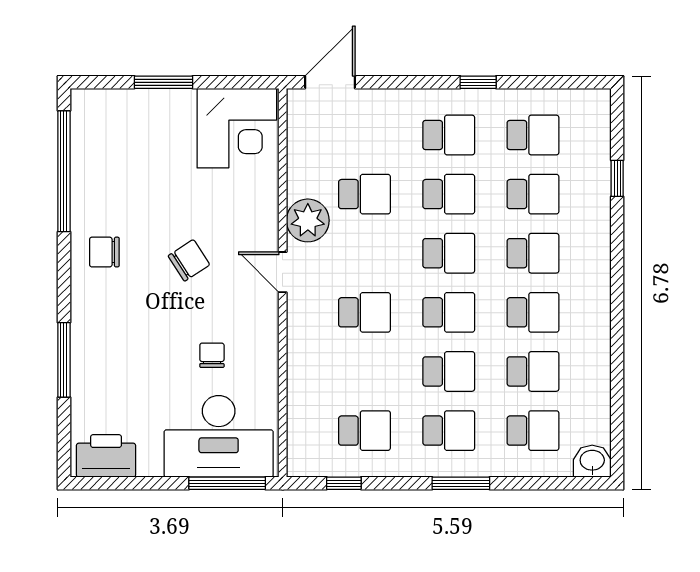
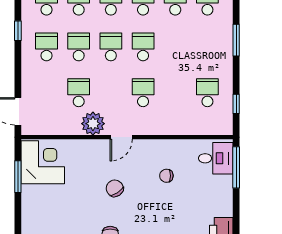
window: (163, 82) -> (18, 177), moved
school desk: (449, 371) -> (175, 47), removed
school desk: (449, 431) -> (207, 47), removed
desk: (219, 436) -> (216, 158), width x0.53, depth x0.77

